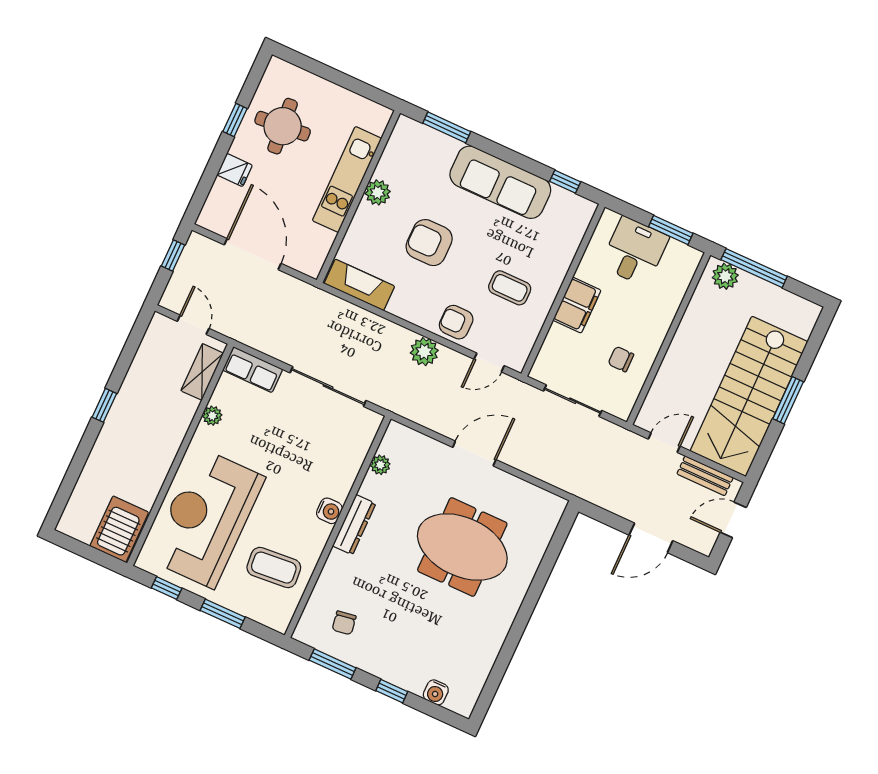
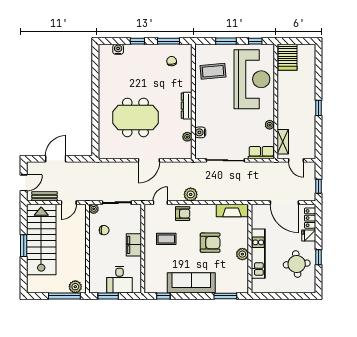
locker: (217, 202) -> (310, 218), added
plant: (622, 409) -> (94, 209), added
water cooler: (329, 511) -> (200, 132), moved

